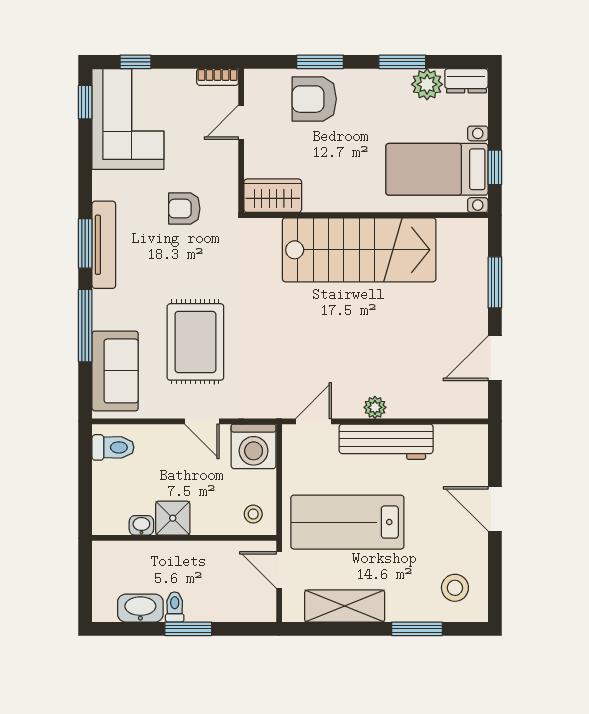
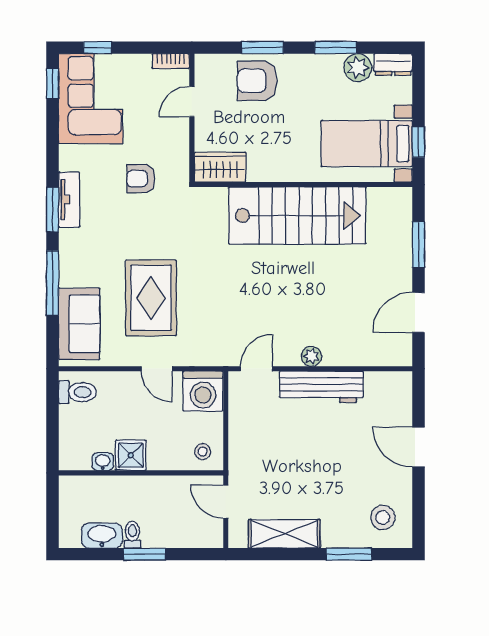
tv unit: (104, 245) -> (69, 200), width x0.71
lab bench: (347, 522) -> (287, 459), removed

